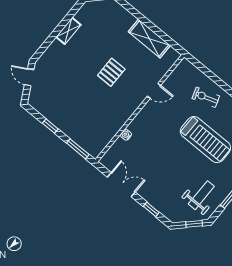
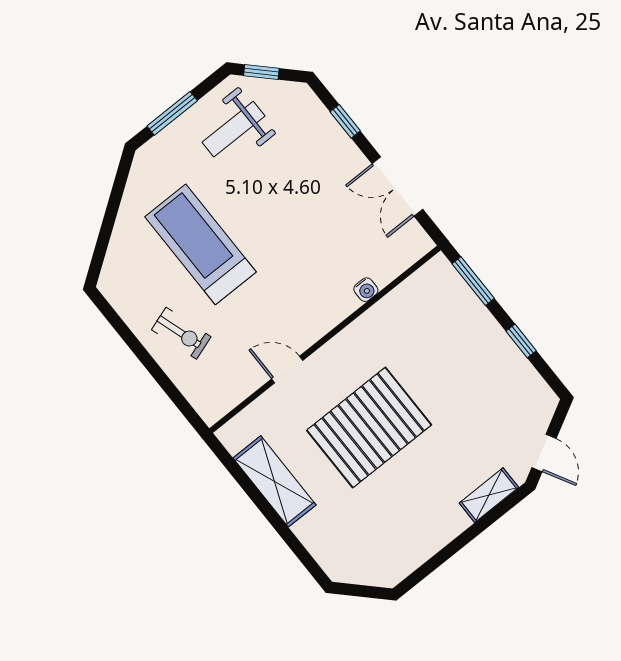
shelving: (68, 31) -> (489, 495), moved
pallet: (111, 72) -> (369, 428), width x2.05, depth x2.00

